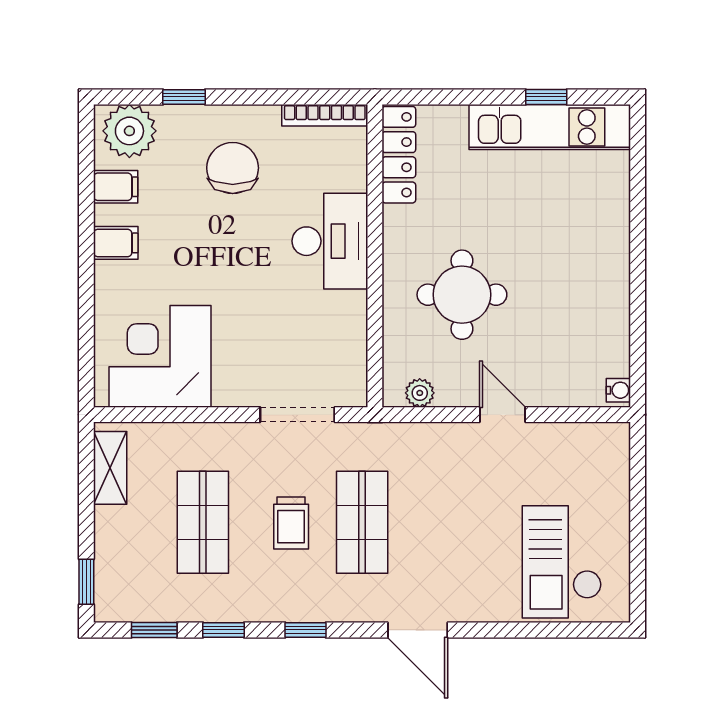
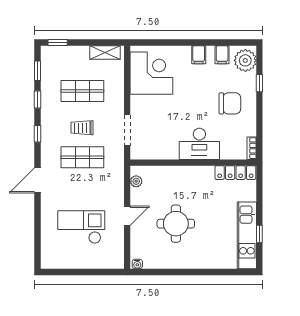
bookcase: (325, 115) -> (252, 148), width x0.64
round table: (462, 295) -> (176, 224), moved
checkout: (562, 562) -> (81, 227), moved

